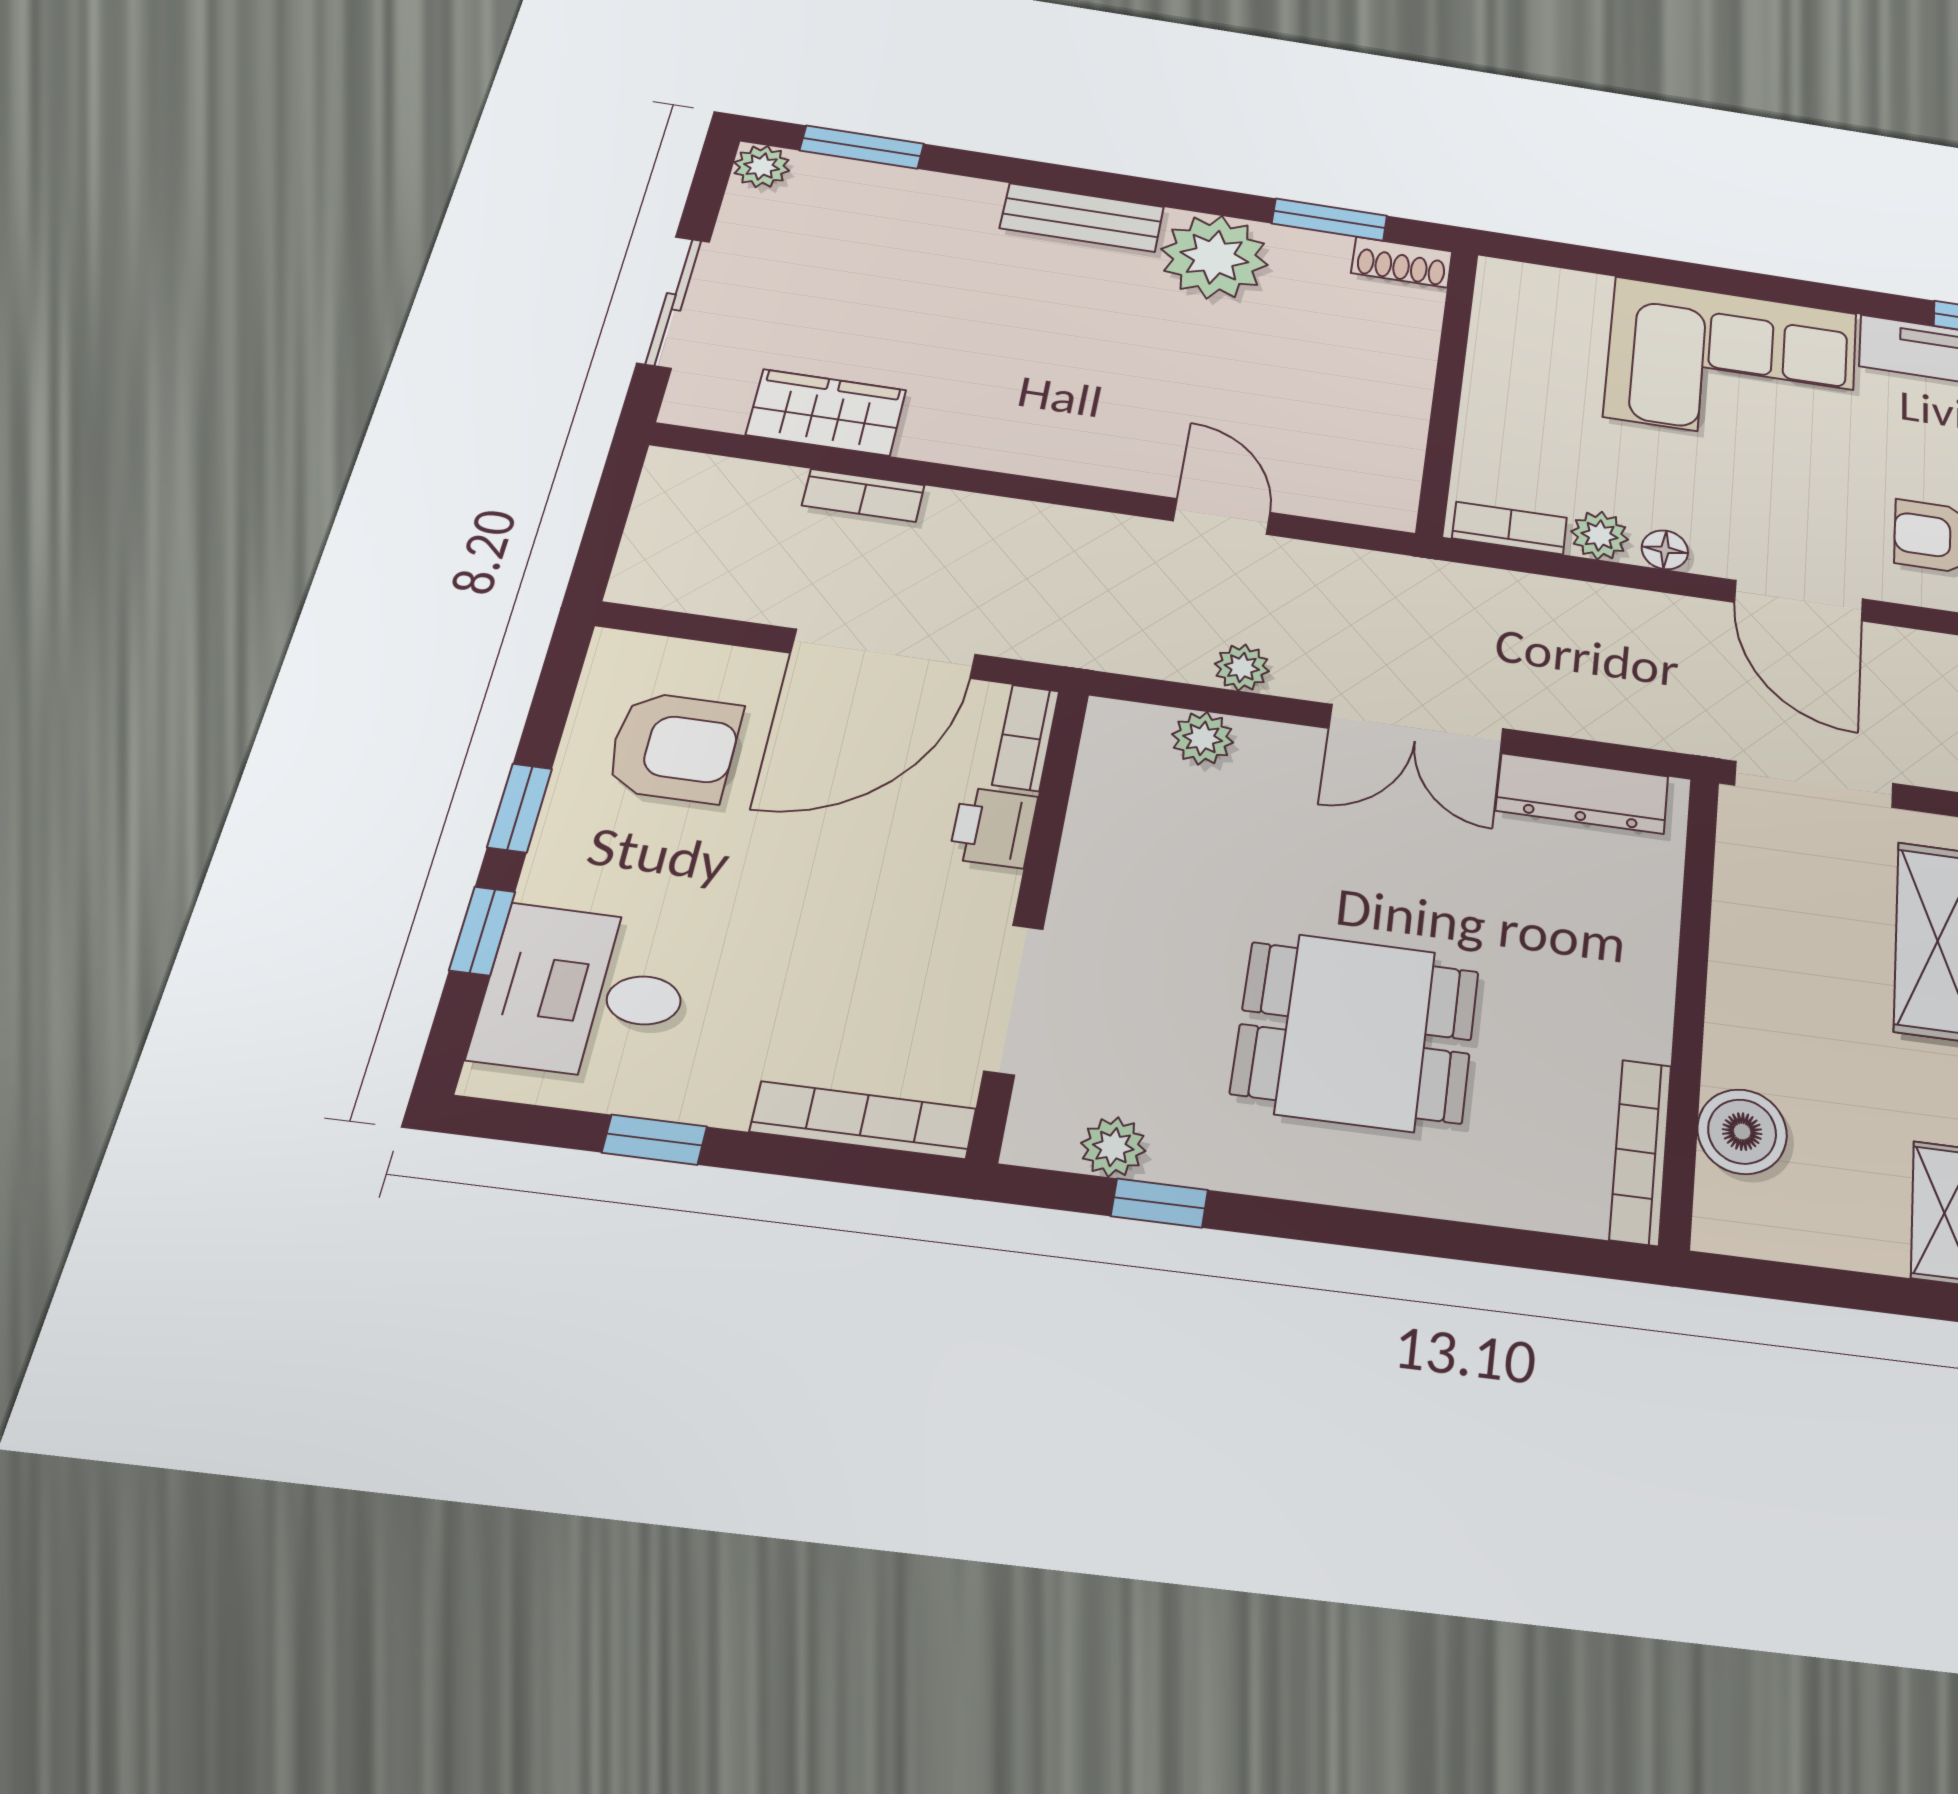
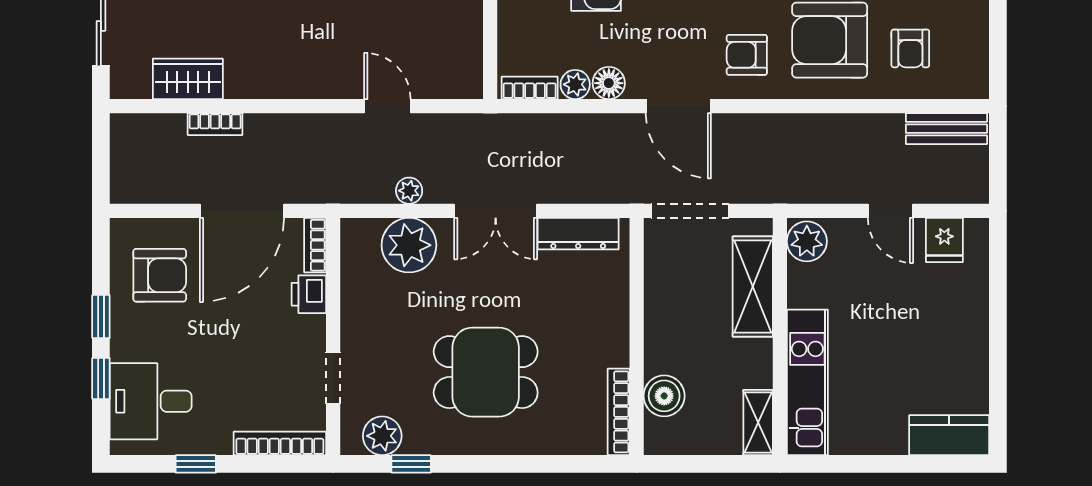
floor lamp: (1665, 550) -> (609, 83), width x1.37, depth x1.37
plant: (1203, 738) -> (409, 245), width x1.87, depth x1.87
doorway: (1014, 999) -> (333, 378), width x0.73
plant: (1113, 1147) -> (382, 436), width x1.38, depth x1.38

